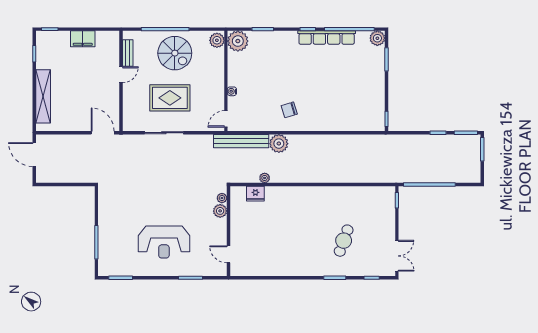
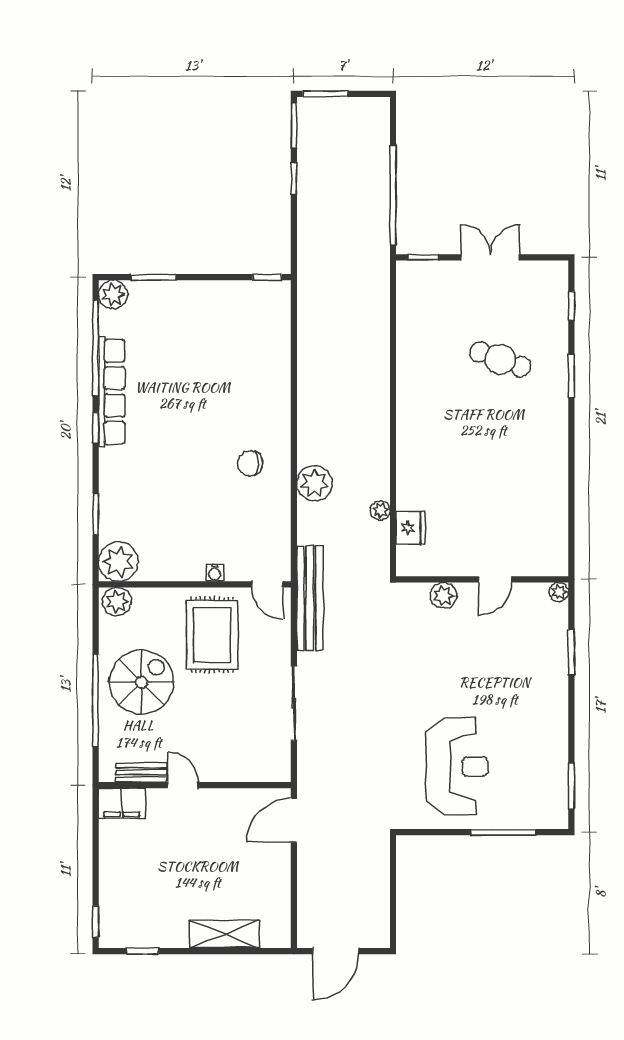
filing cabinet: (83, 39) -> (122, 803), moved, turned 90
shelving: (43, 96) -> (224, 934), width x0.68
rug: (170, 98) -> (212, 635), moved
chair: (289, 110) -> (250, 463), turned 107
bench: (241, 141) -> (310, 598), moved
plant: (222, 198) -> (559, 592), moved
reception desk: (164, 242) -> (457, 767), moved
door: (228, 254) -> (495, 579), moved
double door: (397, 256) -> (490, 257), moved

